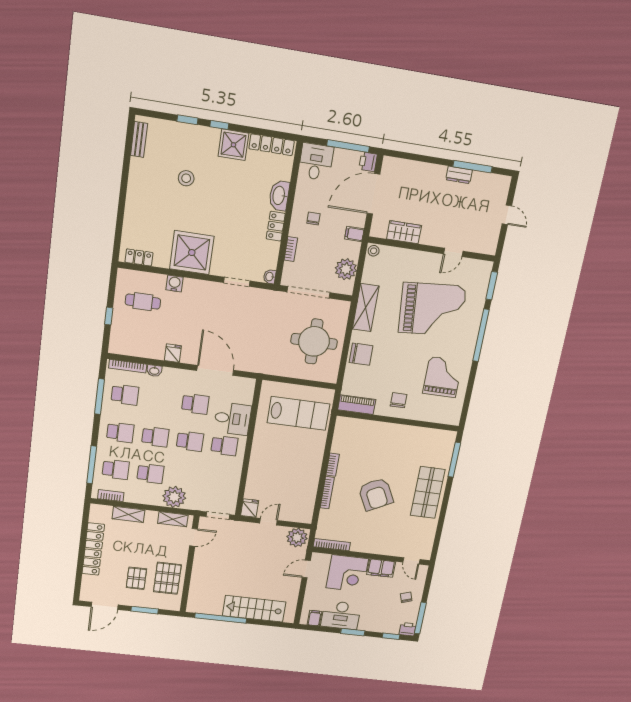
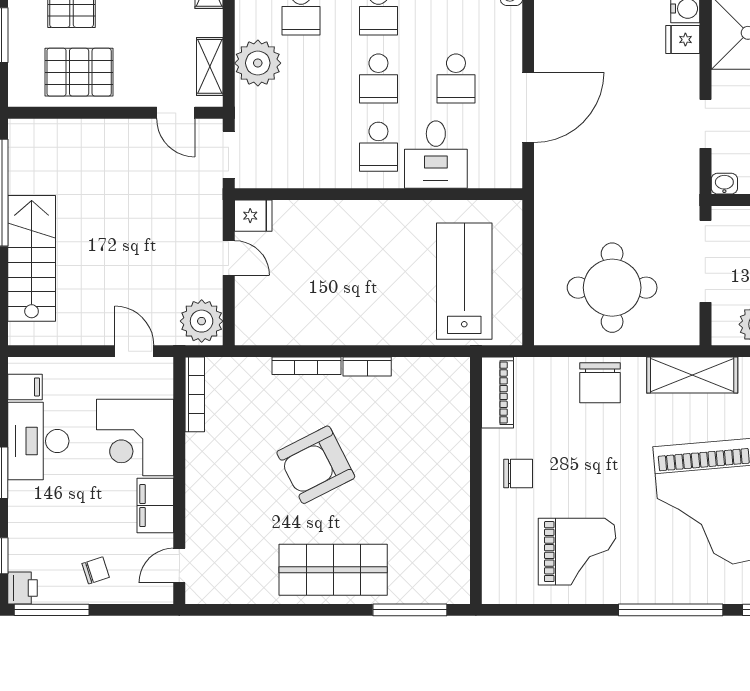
fridge: (173, 353) -> (683, 40), moved, turned 180
lab bench: (298, 413) -> (464, 281), turned 180

